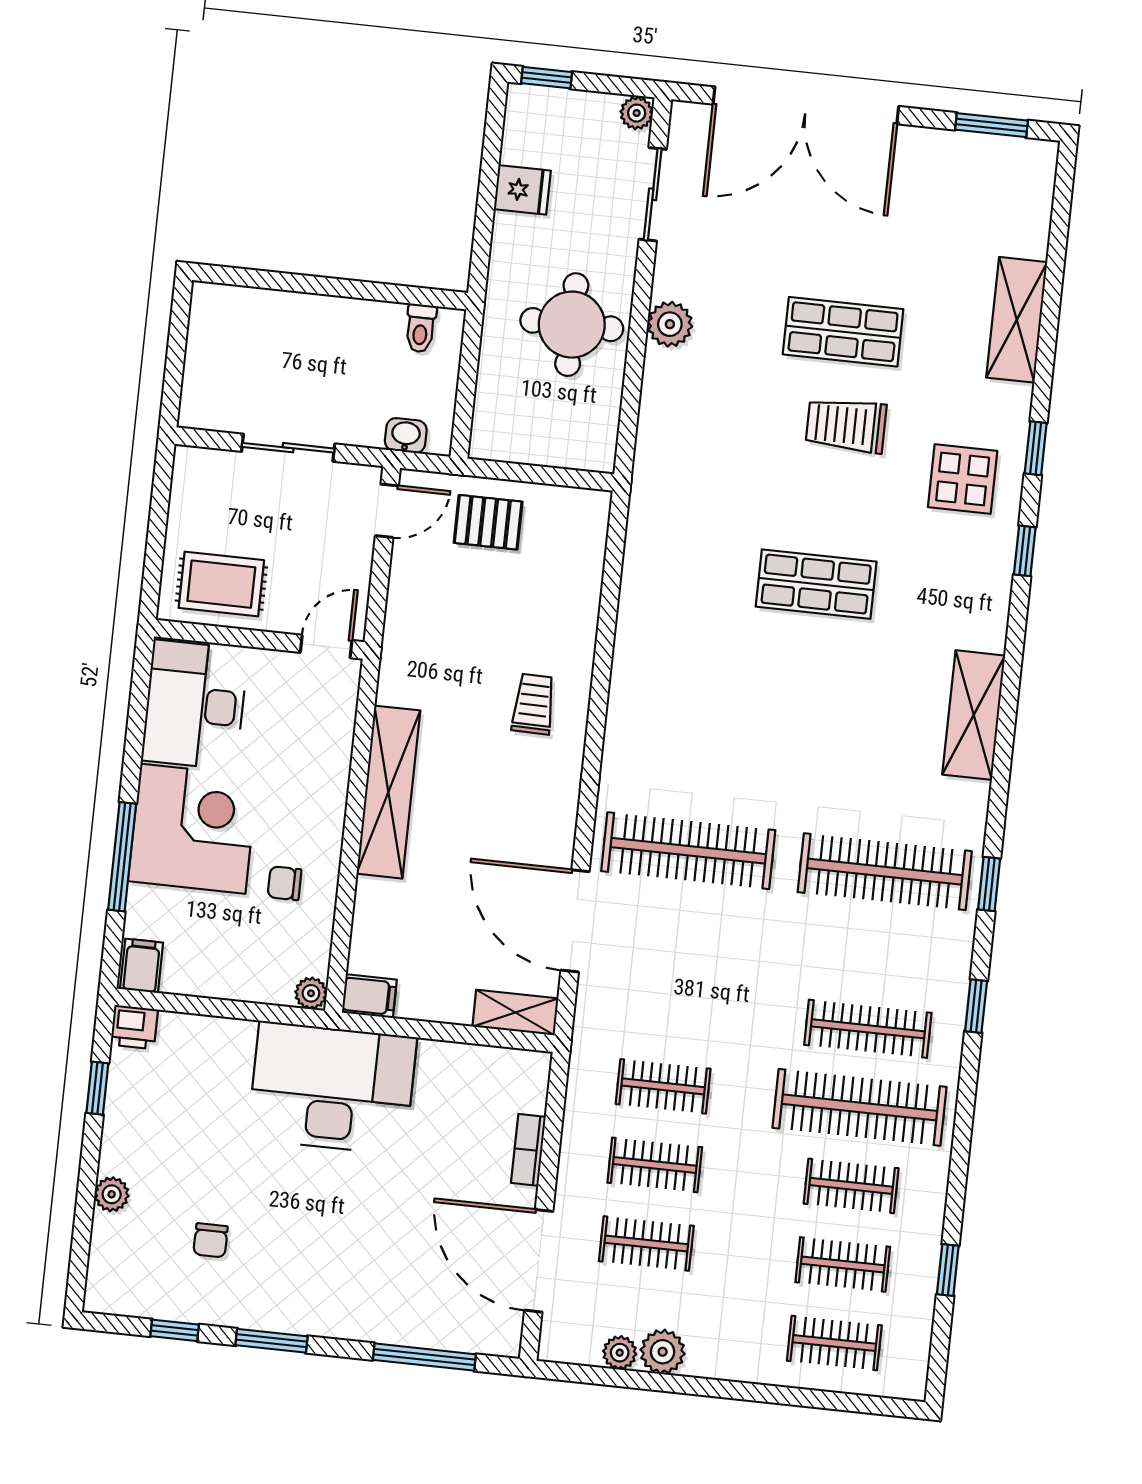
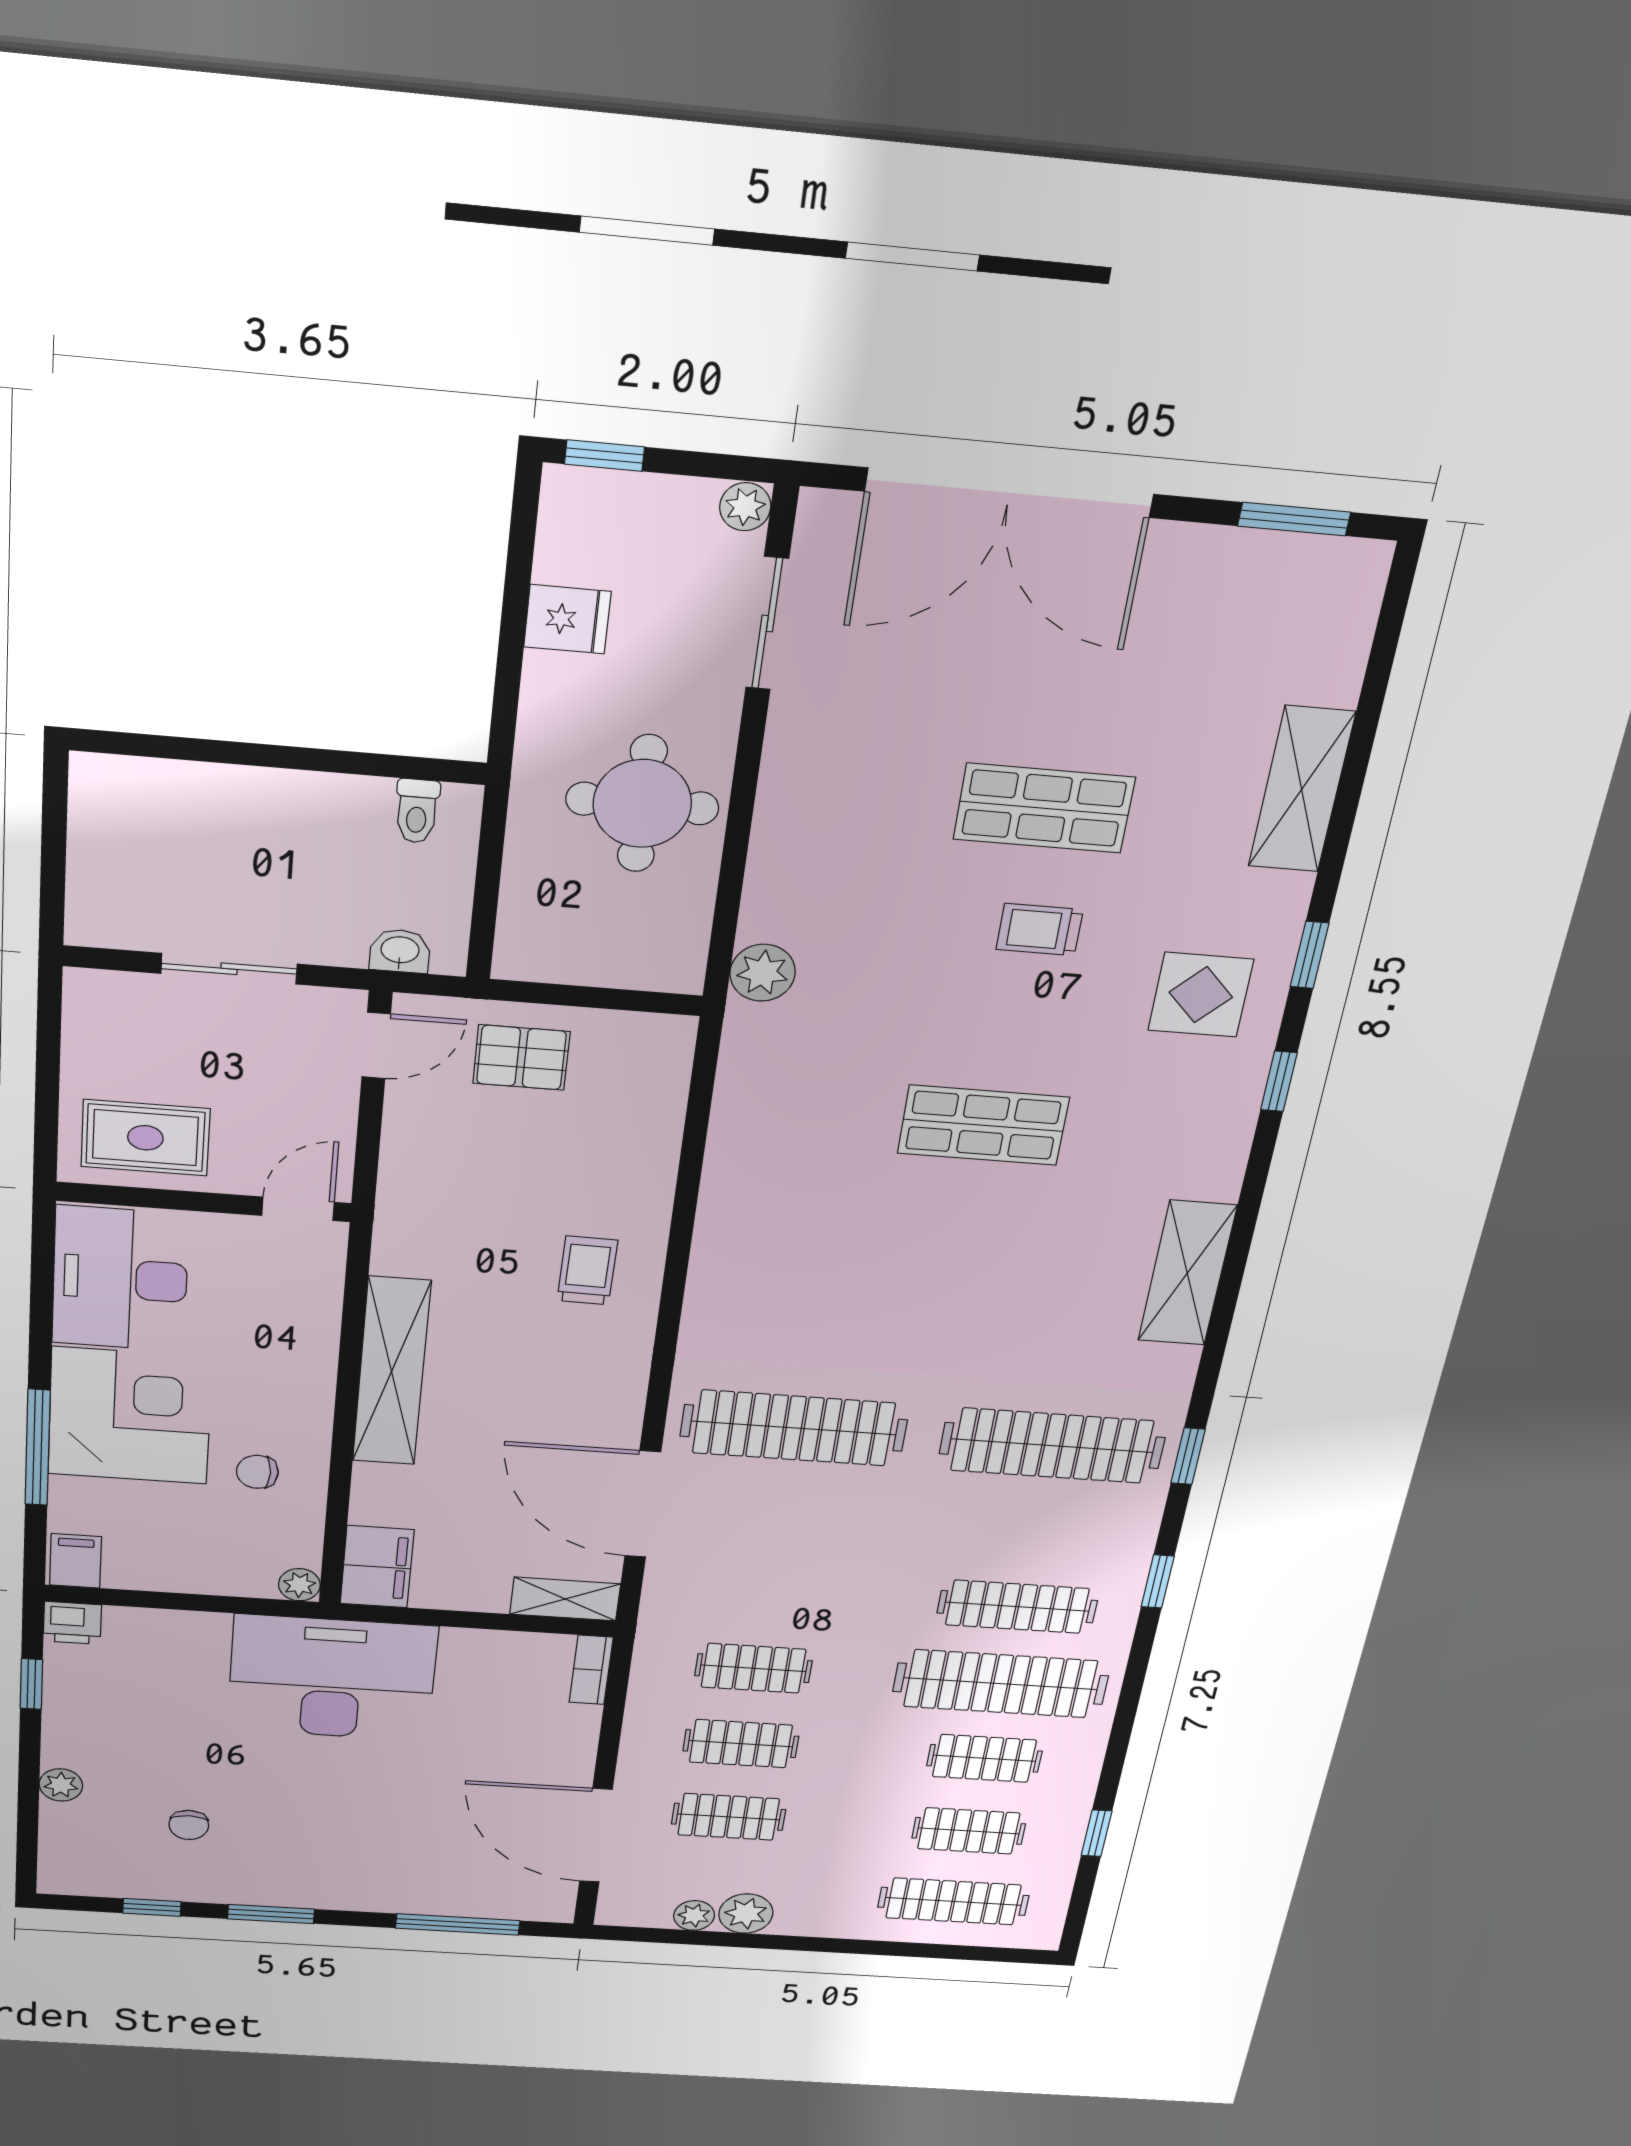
plant: (670, 324) -> (763, 973), moved
trolley: (846, 425) -> (1040, 930), width x0.73, depth x0.72
filing cabinet: (369, 996) -> (377, 1567), width x2.00
bookcase: (528, 1150) -> (591, 1670), moved
clothes rail: (834, 1343) -> (953, 1901), width x1.36

